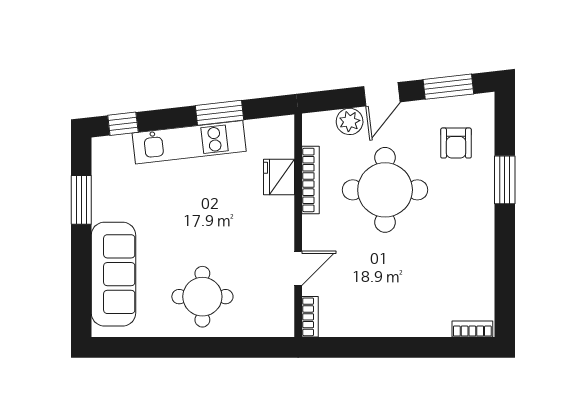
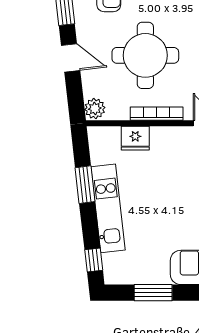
plant: (350, 121) -> (95, 109), moved
bookcase: (311, 180) -> (157, 114), moved

